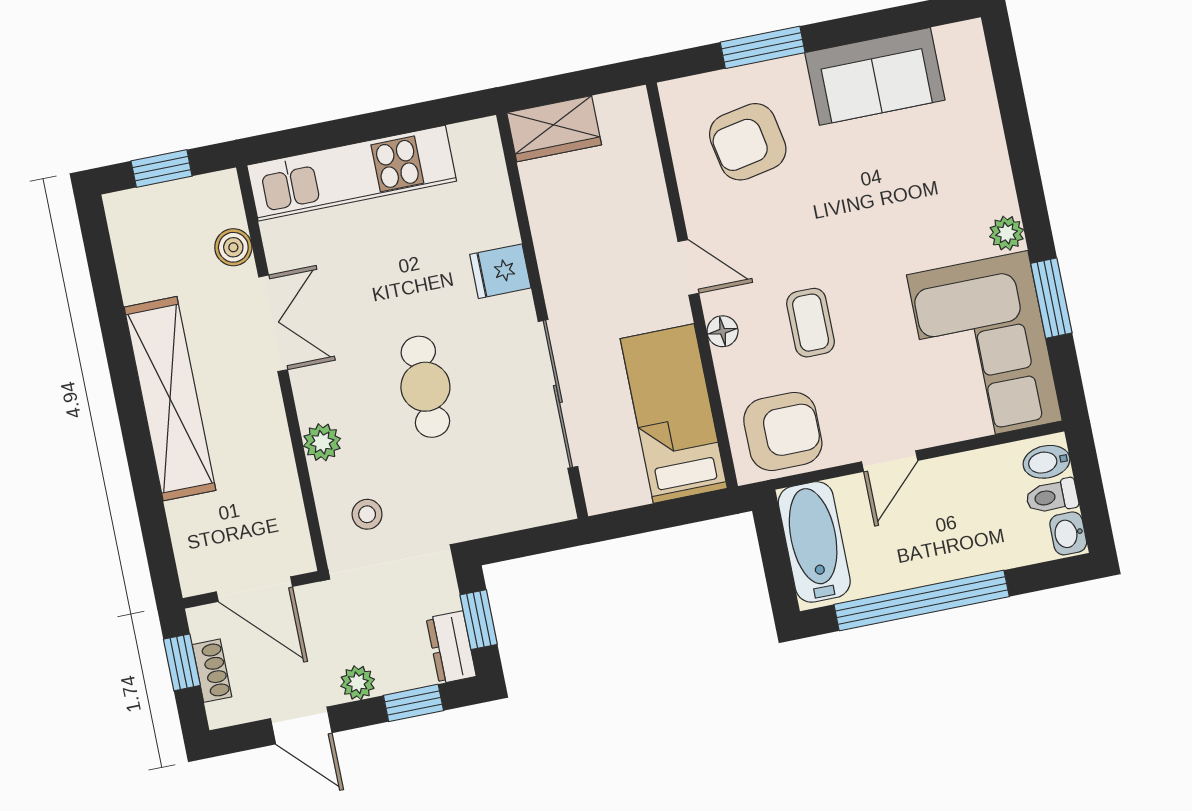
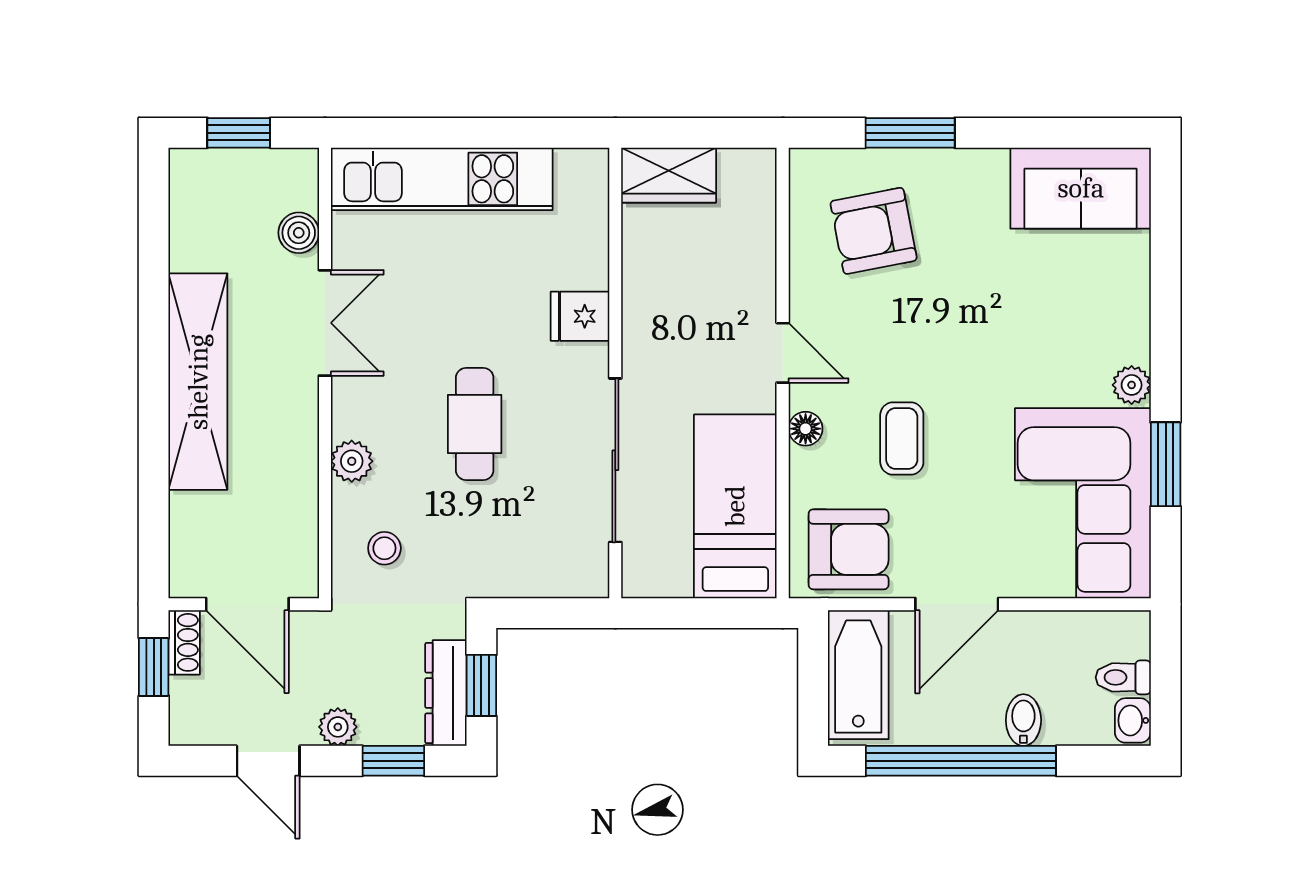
sofa: (875, 76) -> (1081, 188), moved
door: (890, 461) -> (957, 604), width x1.38
bidet: (1046, 462) -> (1023, 720), moved, turned 90
dresser: (451, 647) -> (446, 693), width x1.44
shoe rack: (212, 671) -> (184, 642), moved

